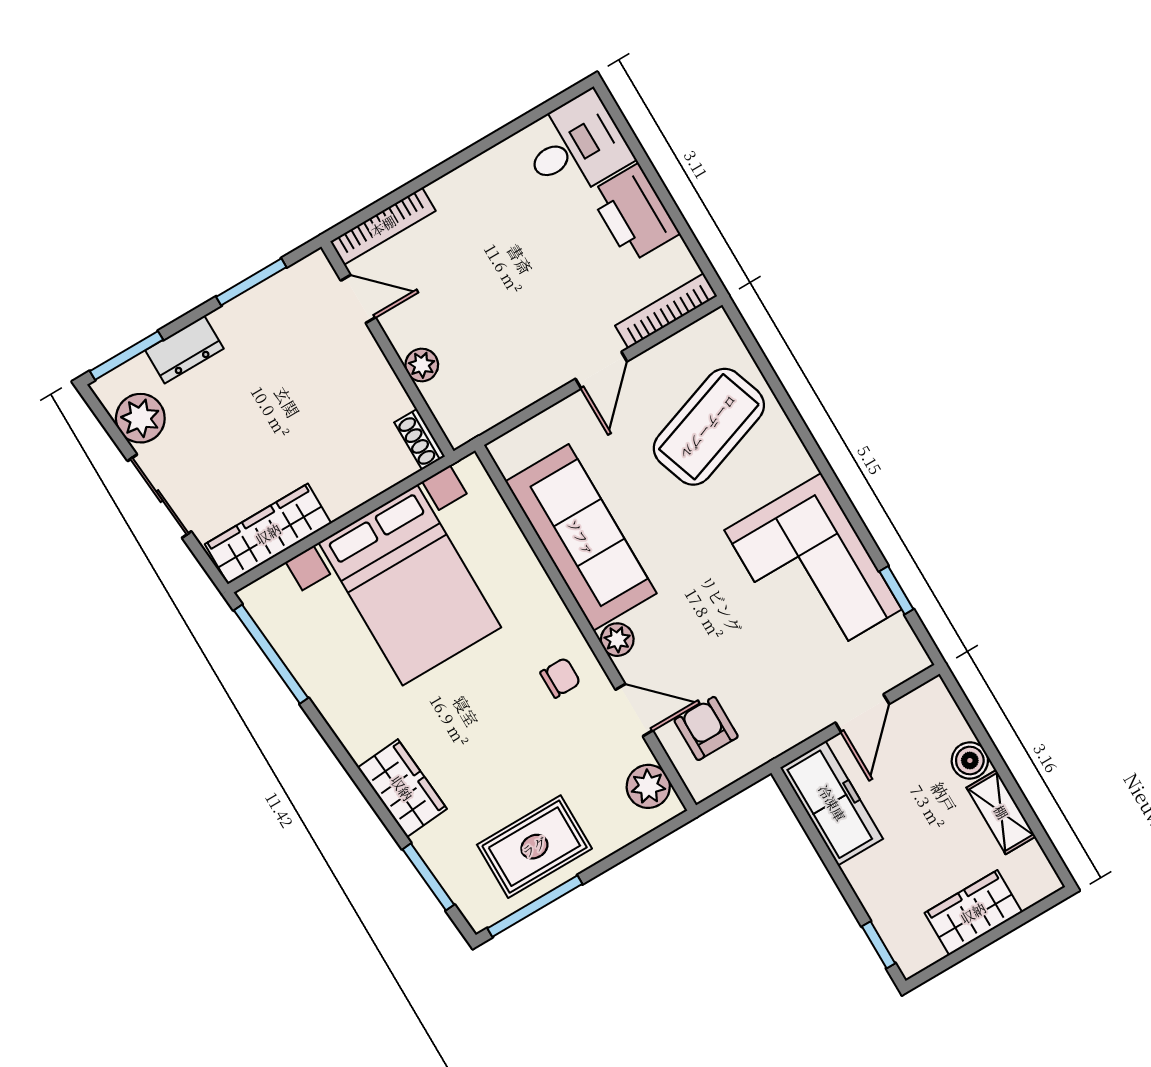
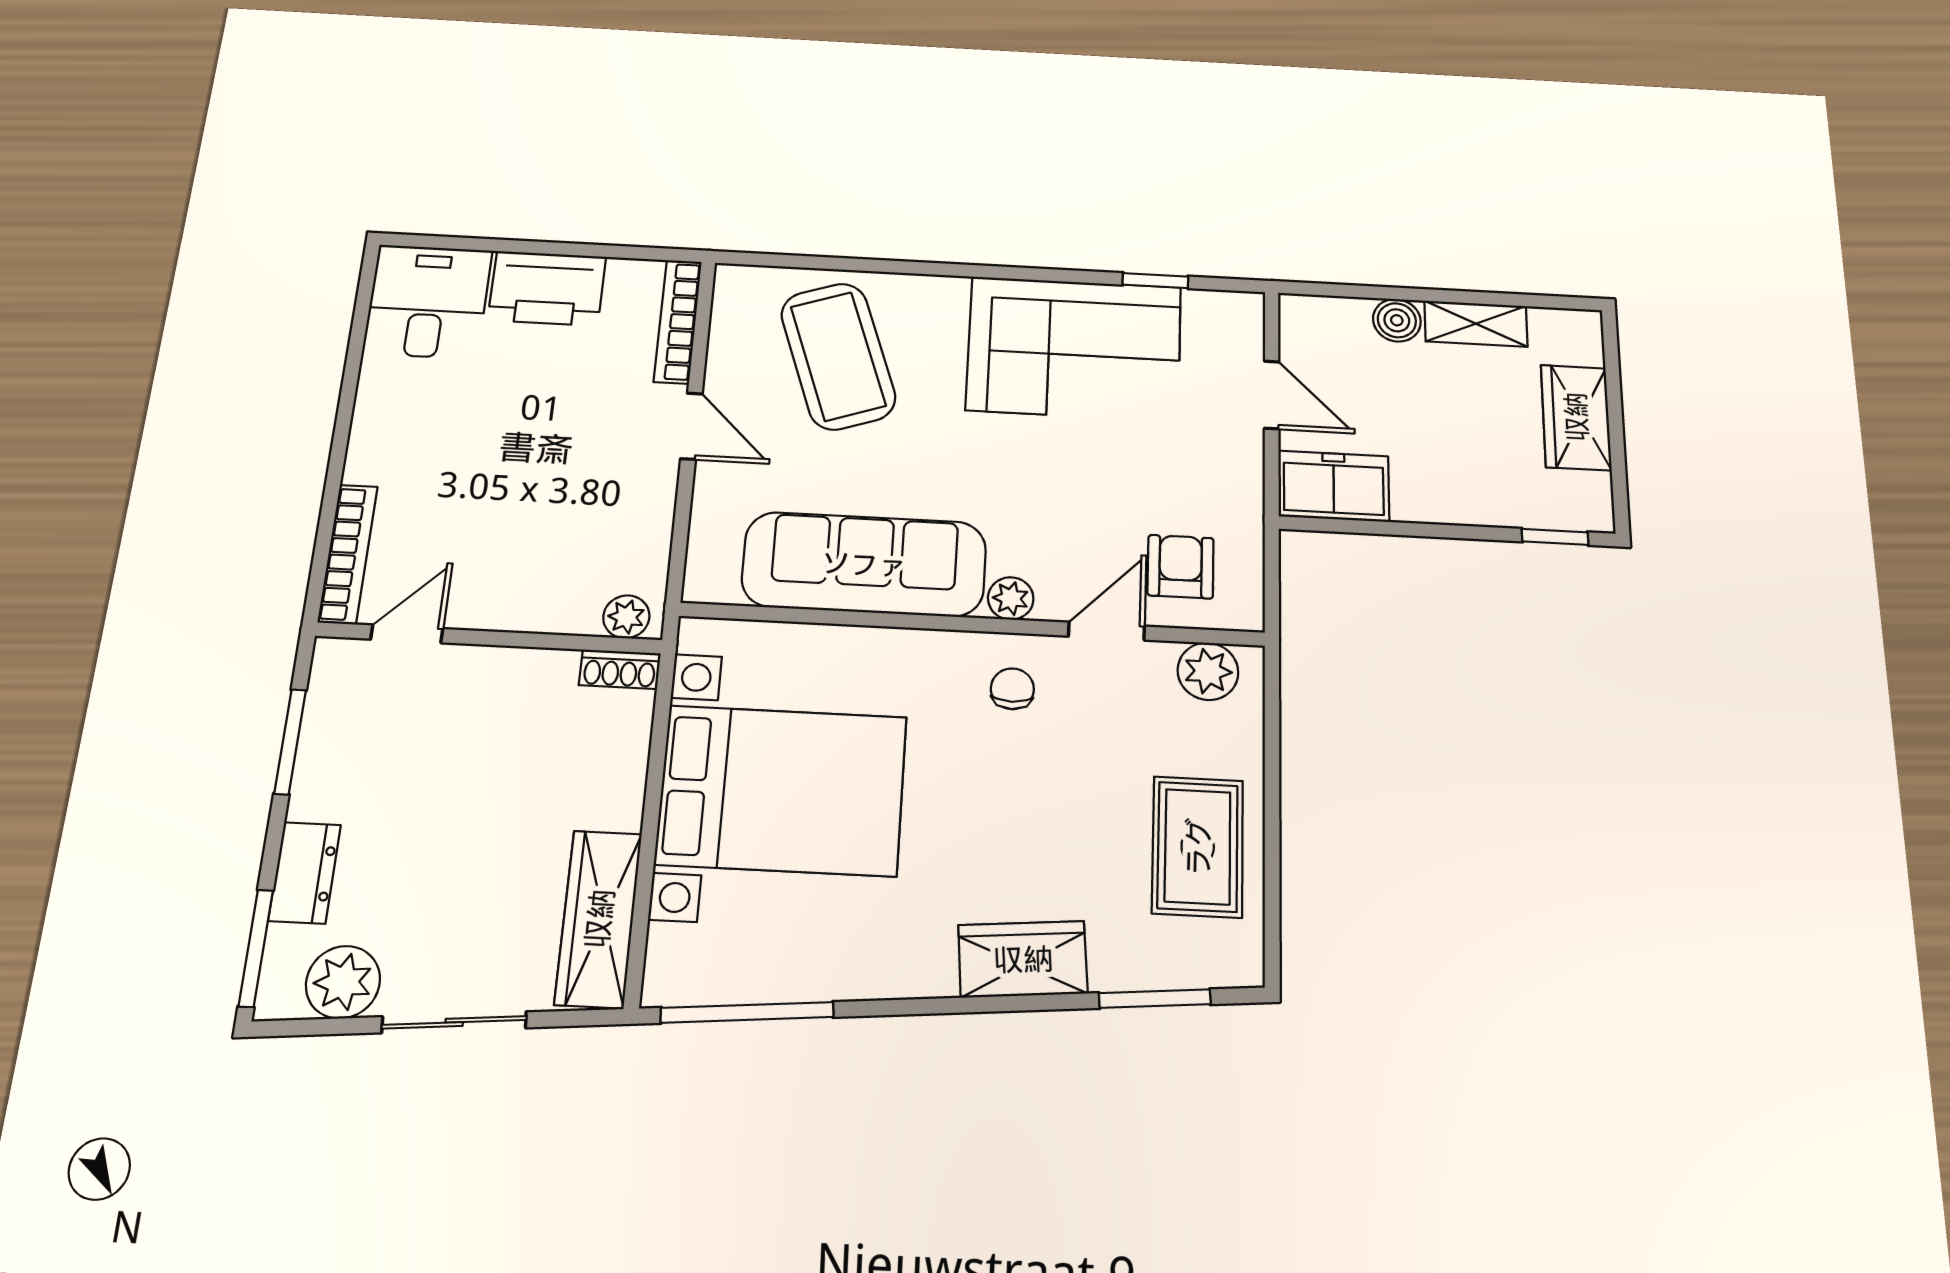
plant: (422, 365) -> (626, 617), moved
armchair: (706, 728) -> (1181, 567), turned 90
freezer: (832, 803) -> (1334, 486), width x0.71
window: (535, 906) -> (1272, 892), removed

